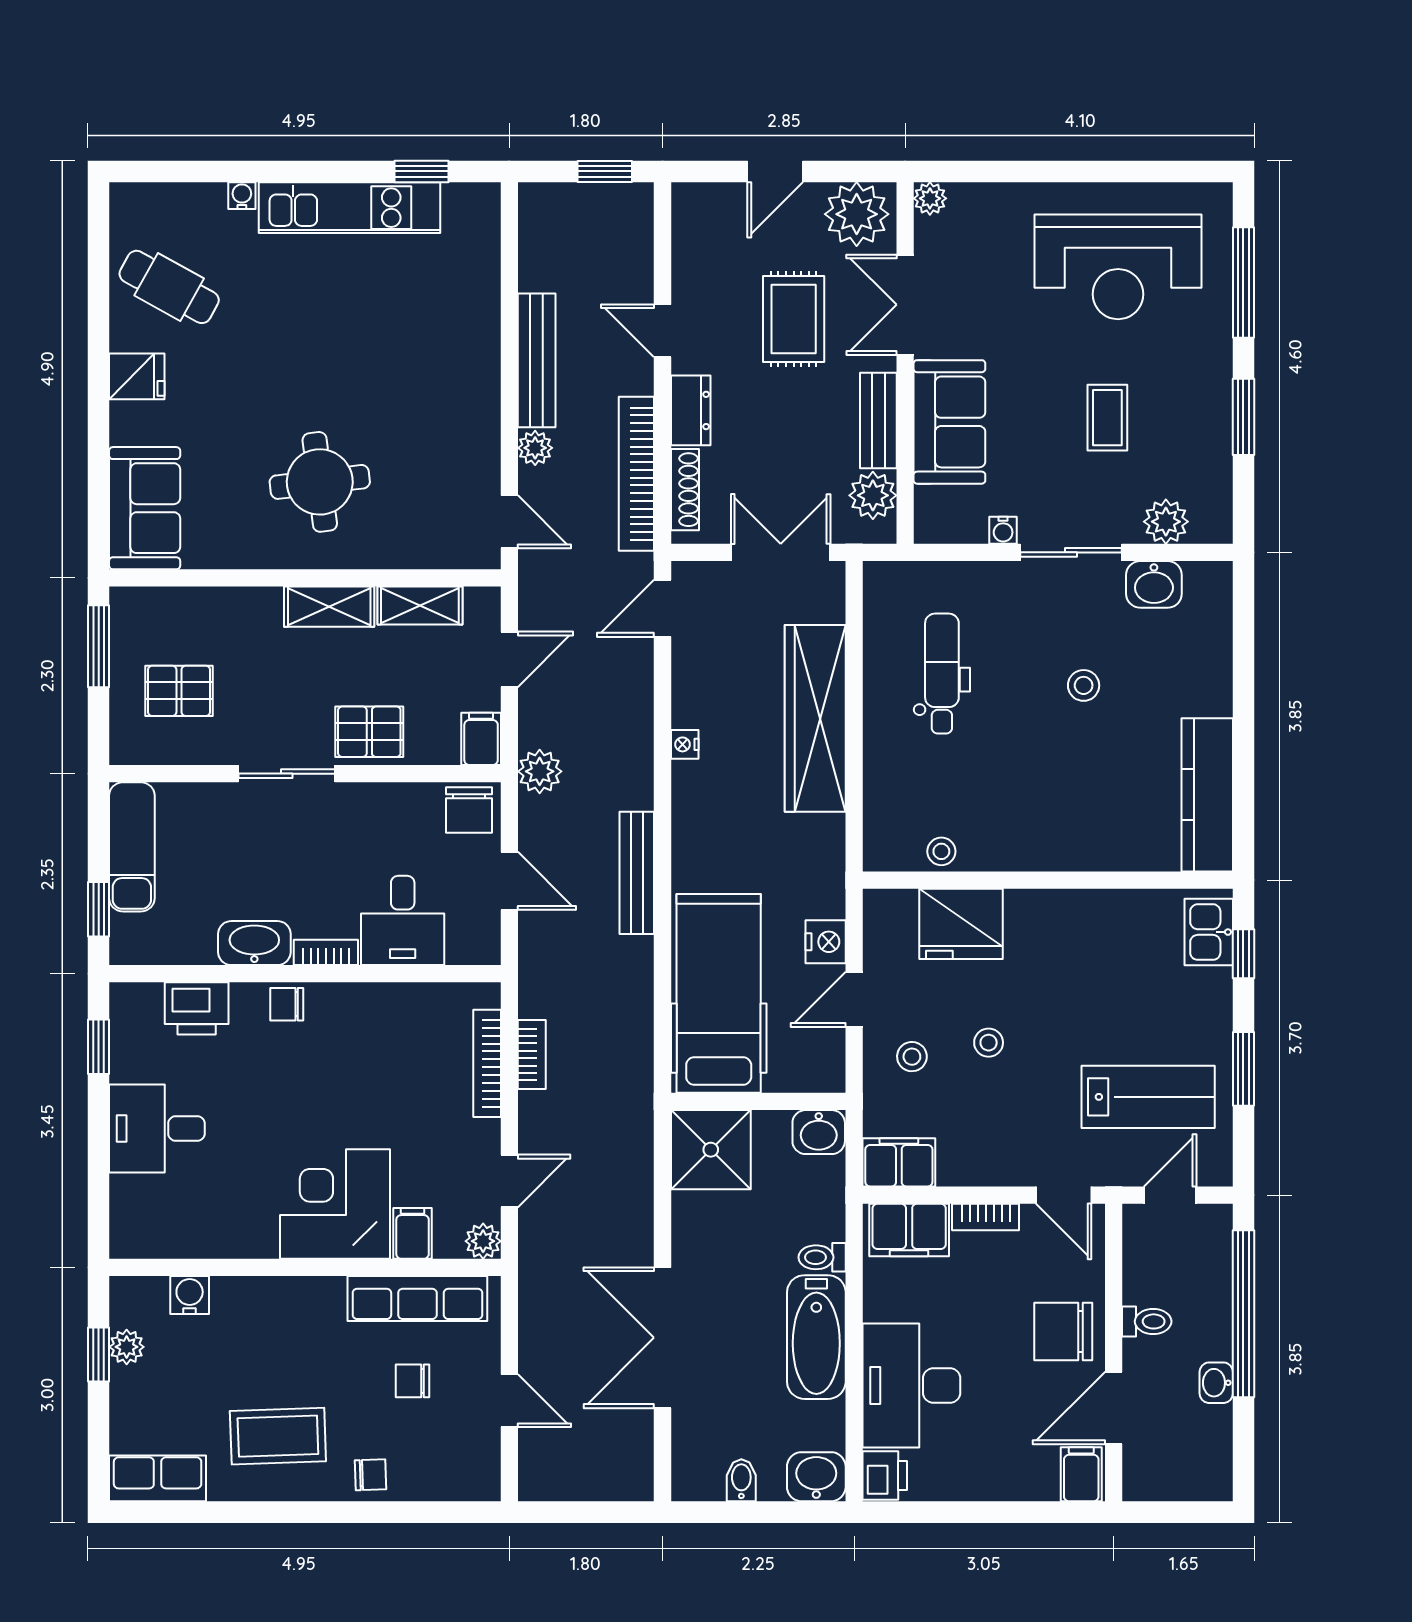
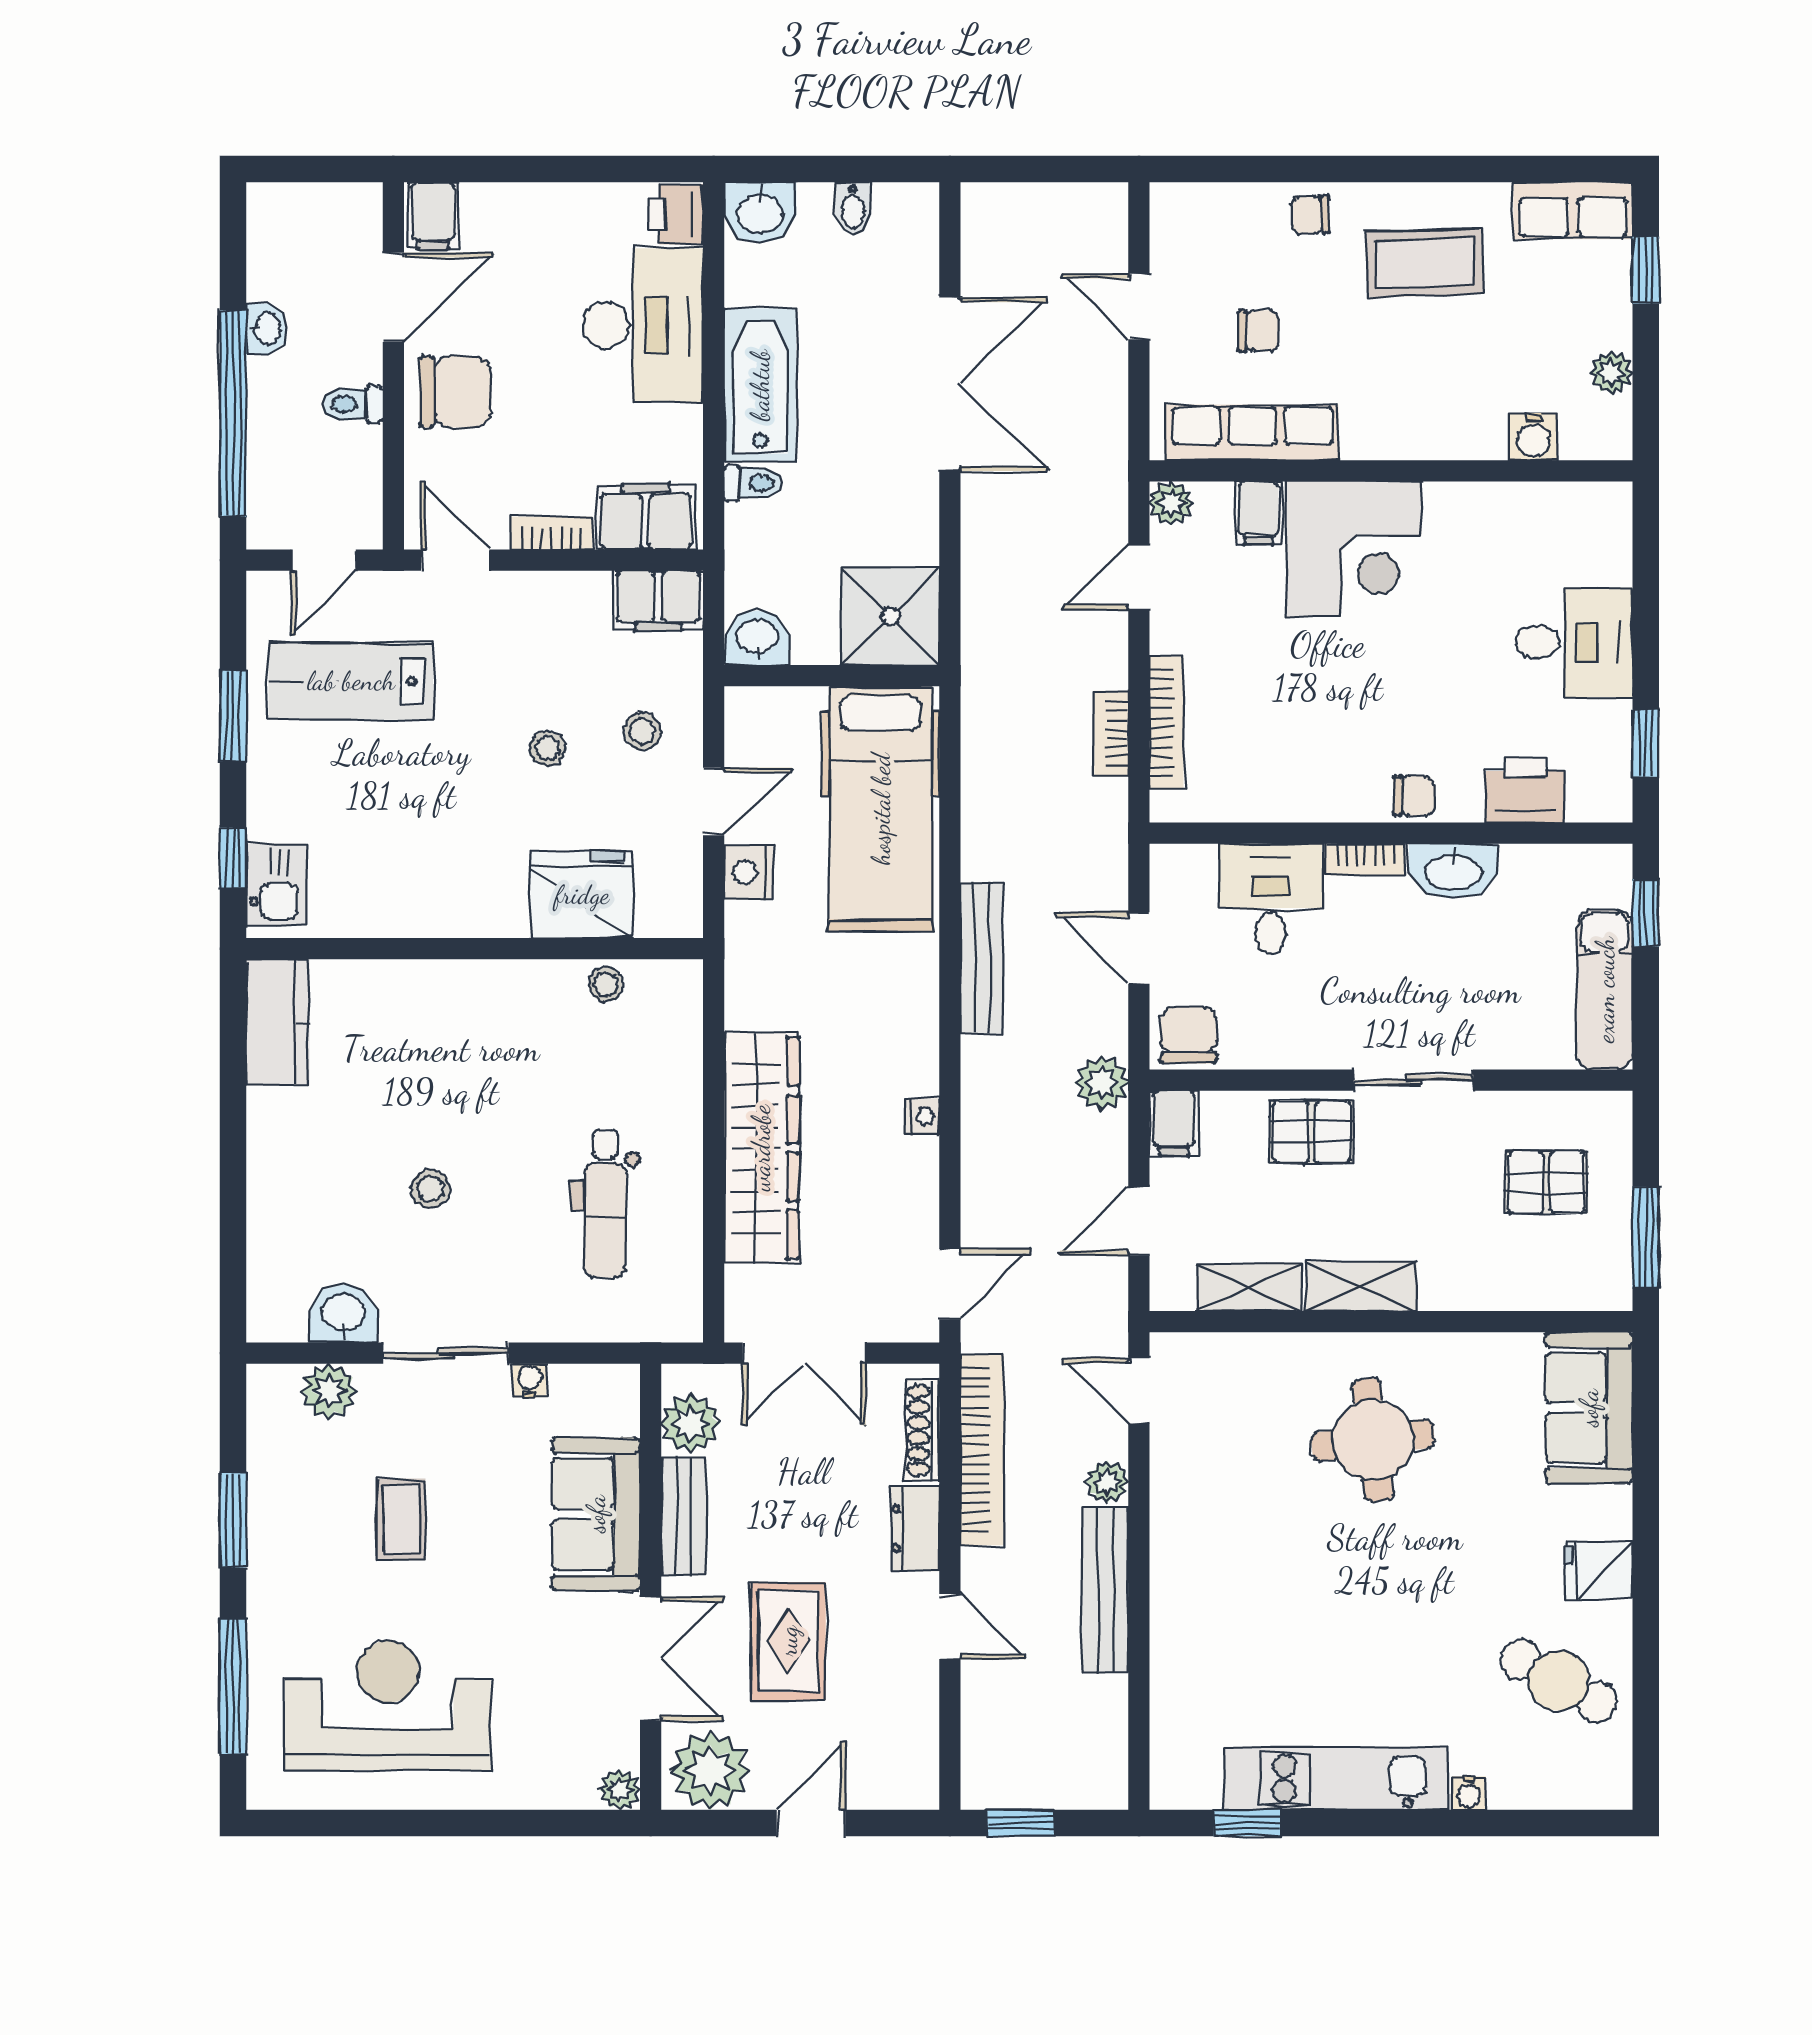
kitchen counter: (1207, 795) -> (278, 1022), width x0.67
window: (99, 1354) -> (1646, 270), moved

